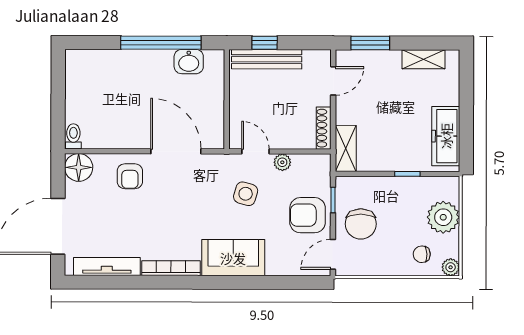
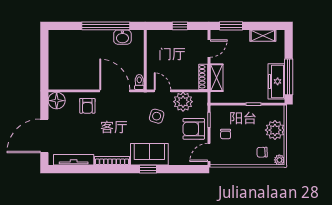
window: (265, 43) -> (180, 26), moved
bench: (267, 59) -> (169, 36), removed
window: (466, 129) -> (289, 77), added
toilet: (73, 136) -> (139, 82), moved
shelving: (346, 148) -> (217, 78), moved
plant: (282, 162) -> (183, 102), width x1.87, depth x1.87
chair: (361, 224) -> (226, 134), width x0.54, depth x0.54
window: (231, 282) -> (148, 169), added

